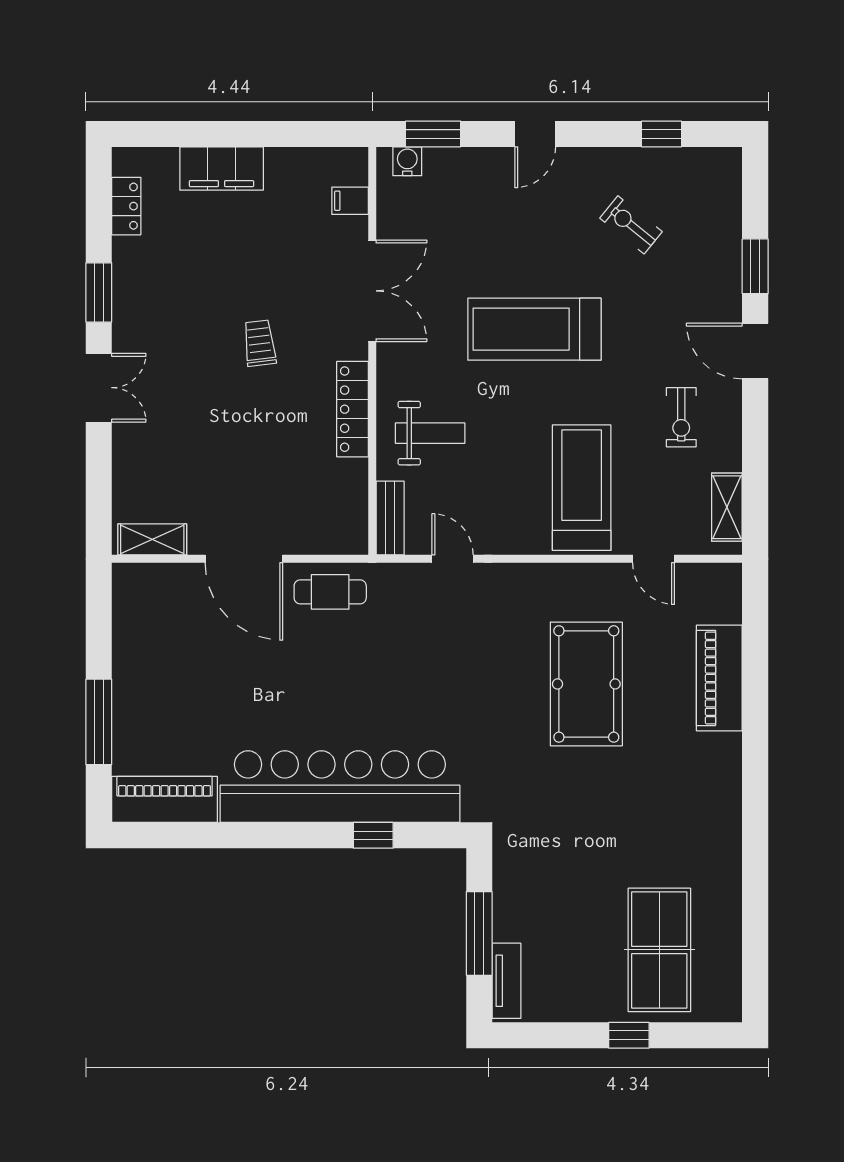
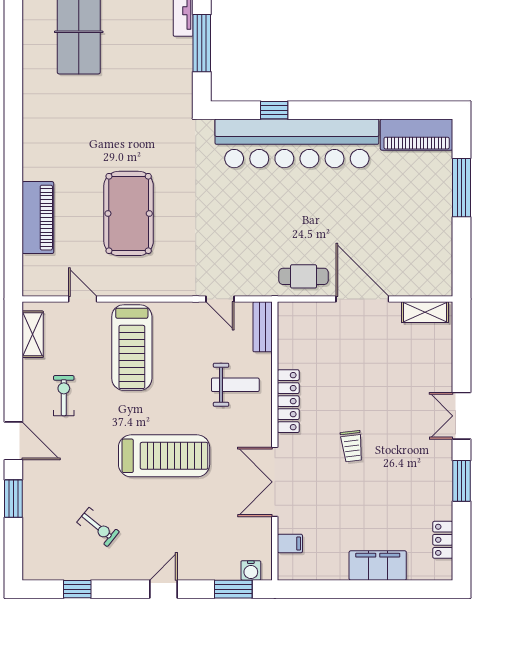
weight bench: (430, 433) -> (235, 385), turned 180

